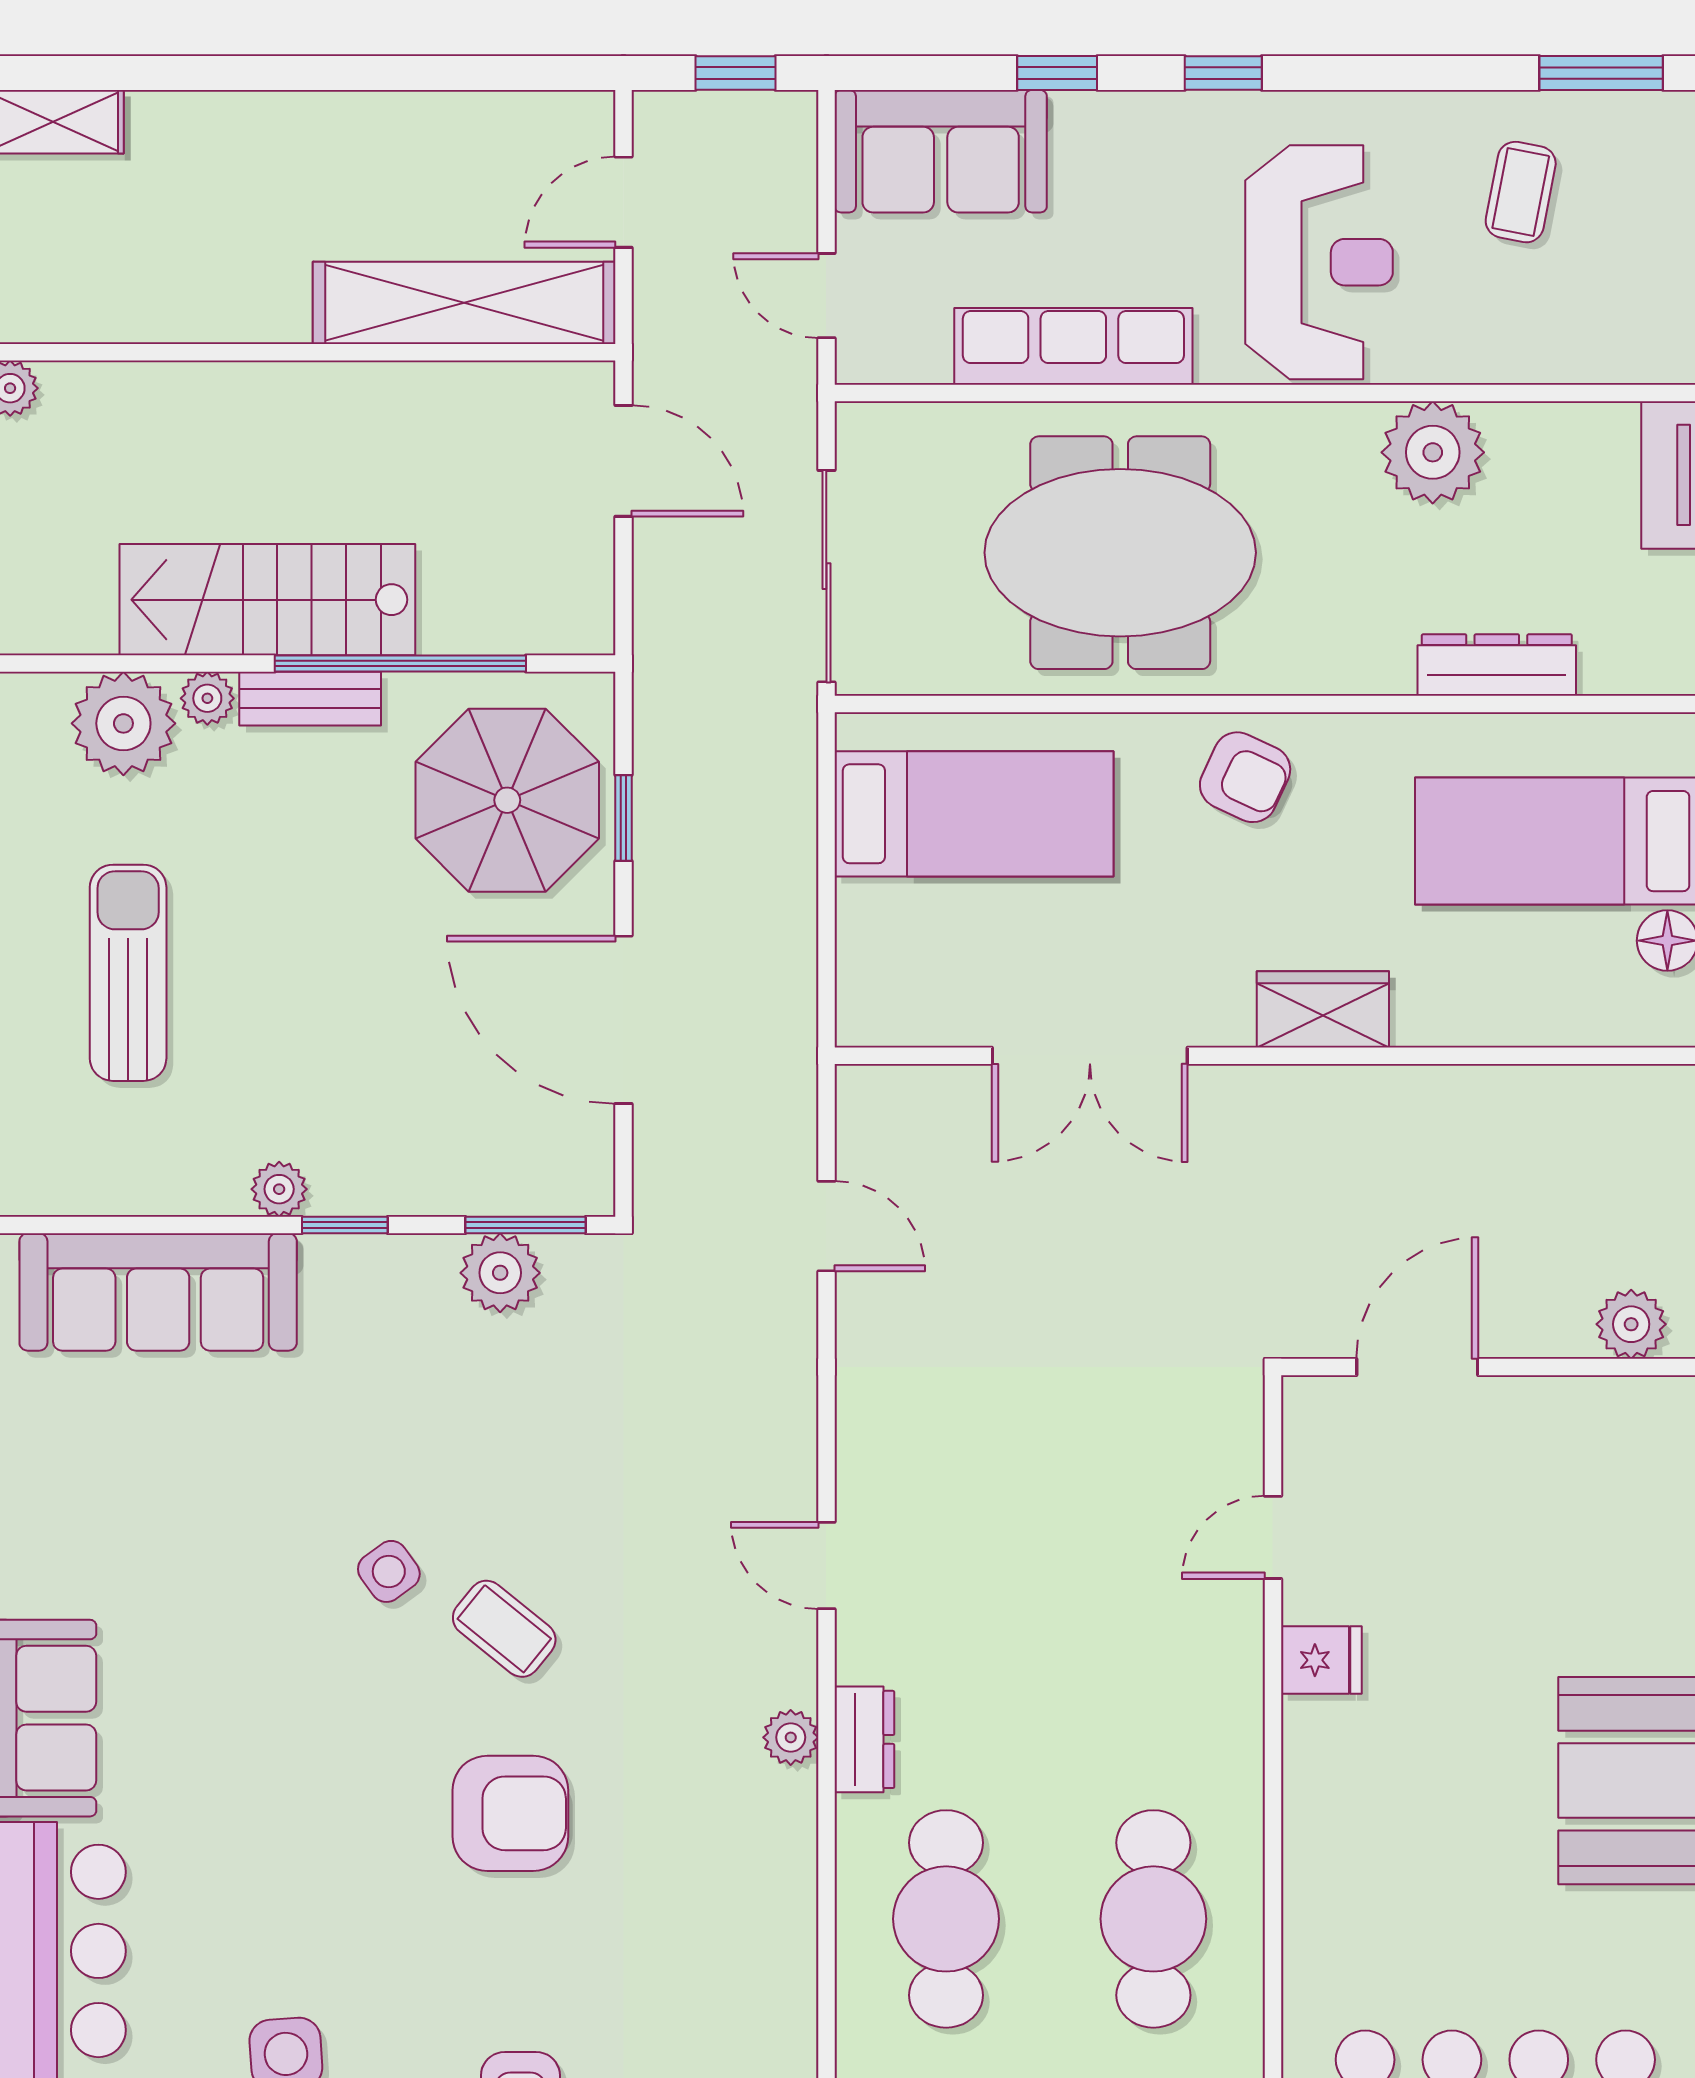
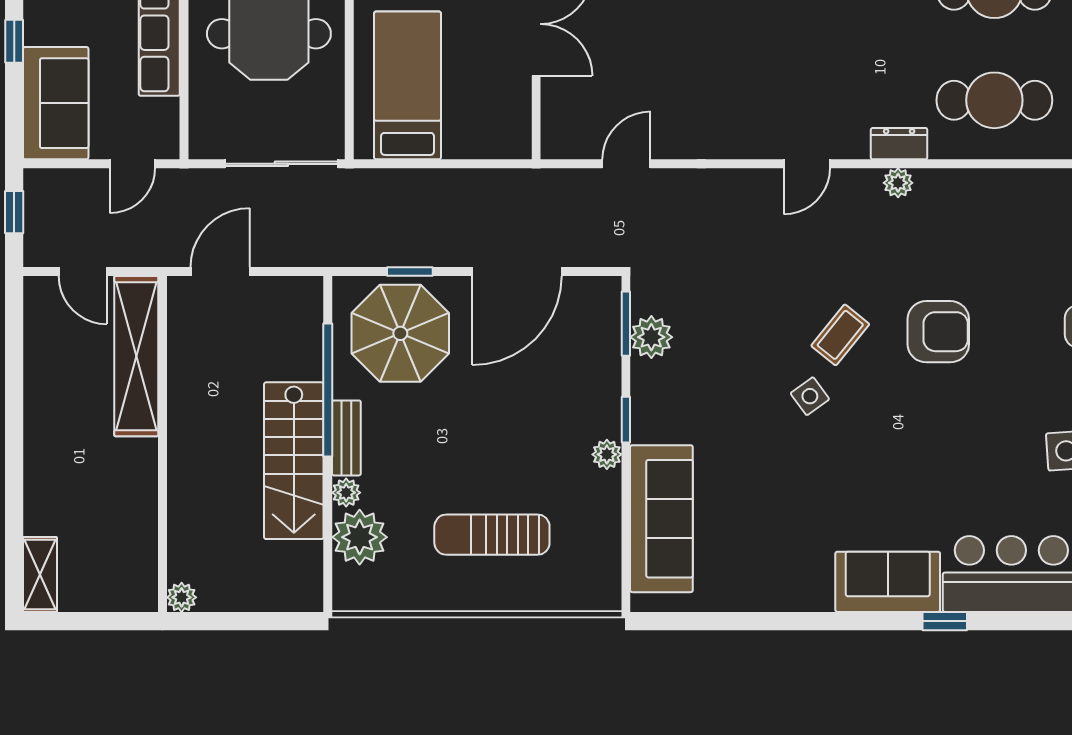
armchair: (510, 1813) -> (938, 332), turned 90

